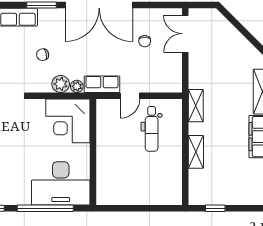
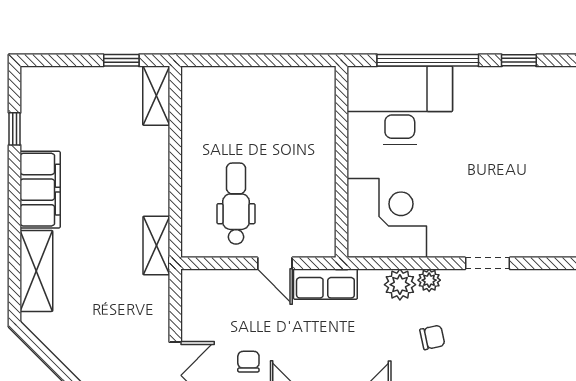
plant: (77, 86) -> (429, 280), moved
door: (130, 96) -> (275, 263), swing flipped
shelving: (196, 152) -> (156, 96), moved

